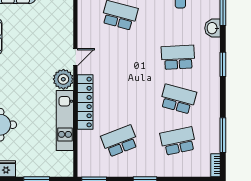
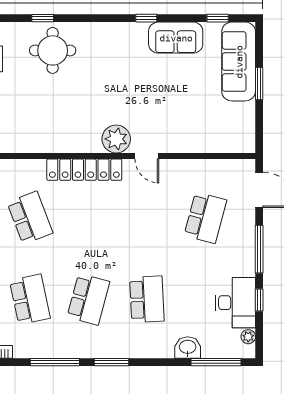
window: (223, 64) -> (112, 362), moved
kitchen unit: (65, 121) -> (58, 141), removed
window: (223, 135) -> (55, 362), moved

